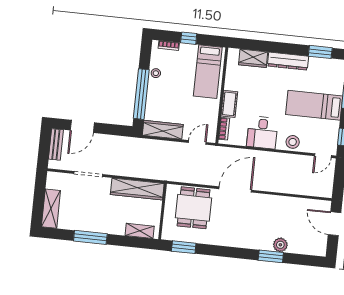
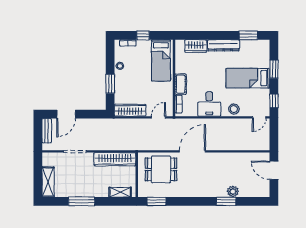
window: (141, 94) -> (110, 84), width x0.47
dining table: (194, 208) -> (161, 169), turned 90

